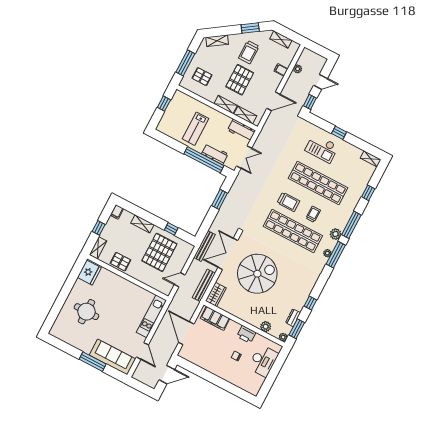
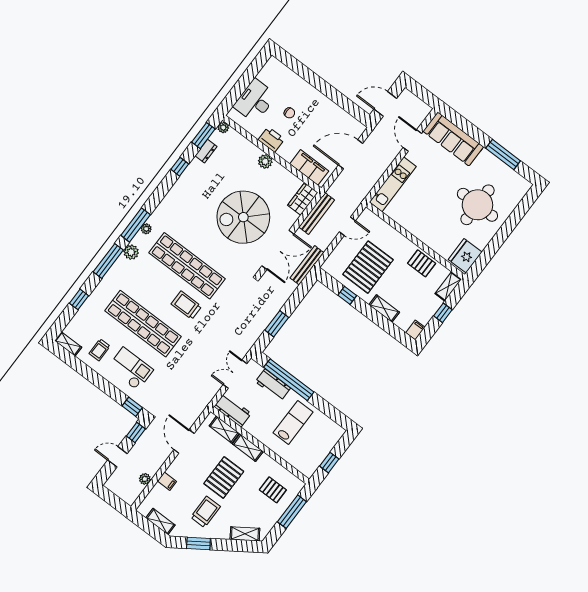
door: (273, 101) -> (184, 442), hinge flipped
window: (339, 133) -> (132, 407), moved
trolley: (313, 214) -> (100, 350), moved
round table: (87, 312) -> (477, 205), width x1.36, depth x1.36
plant: (266, 327) -> (265, 161), moved
door: (186, 333) -> (351, 154), swing flipped
window: (93, 362) -> (503, 155), moved

